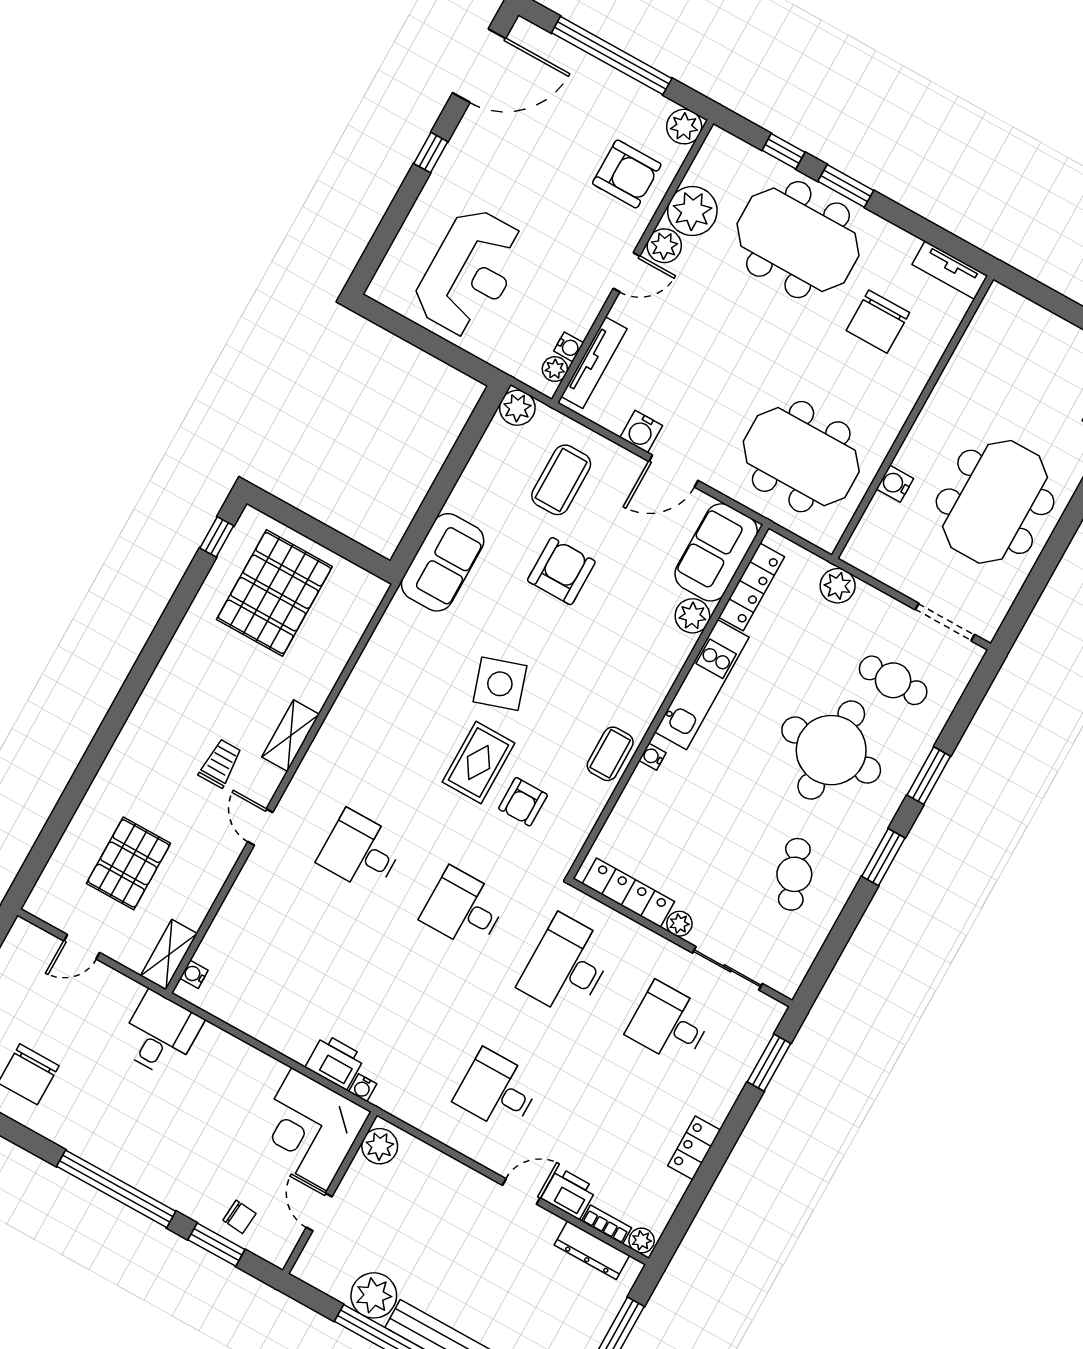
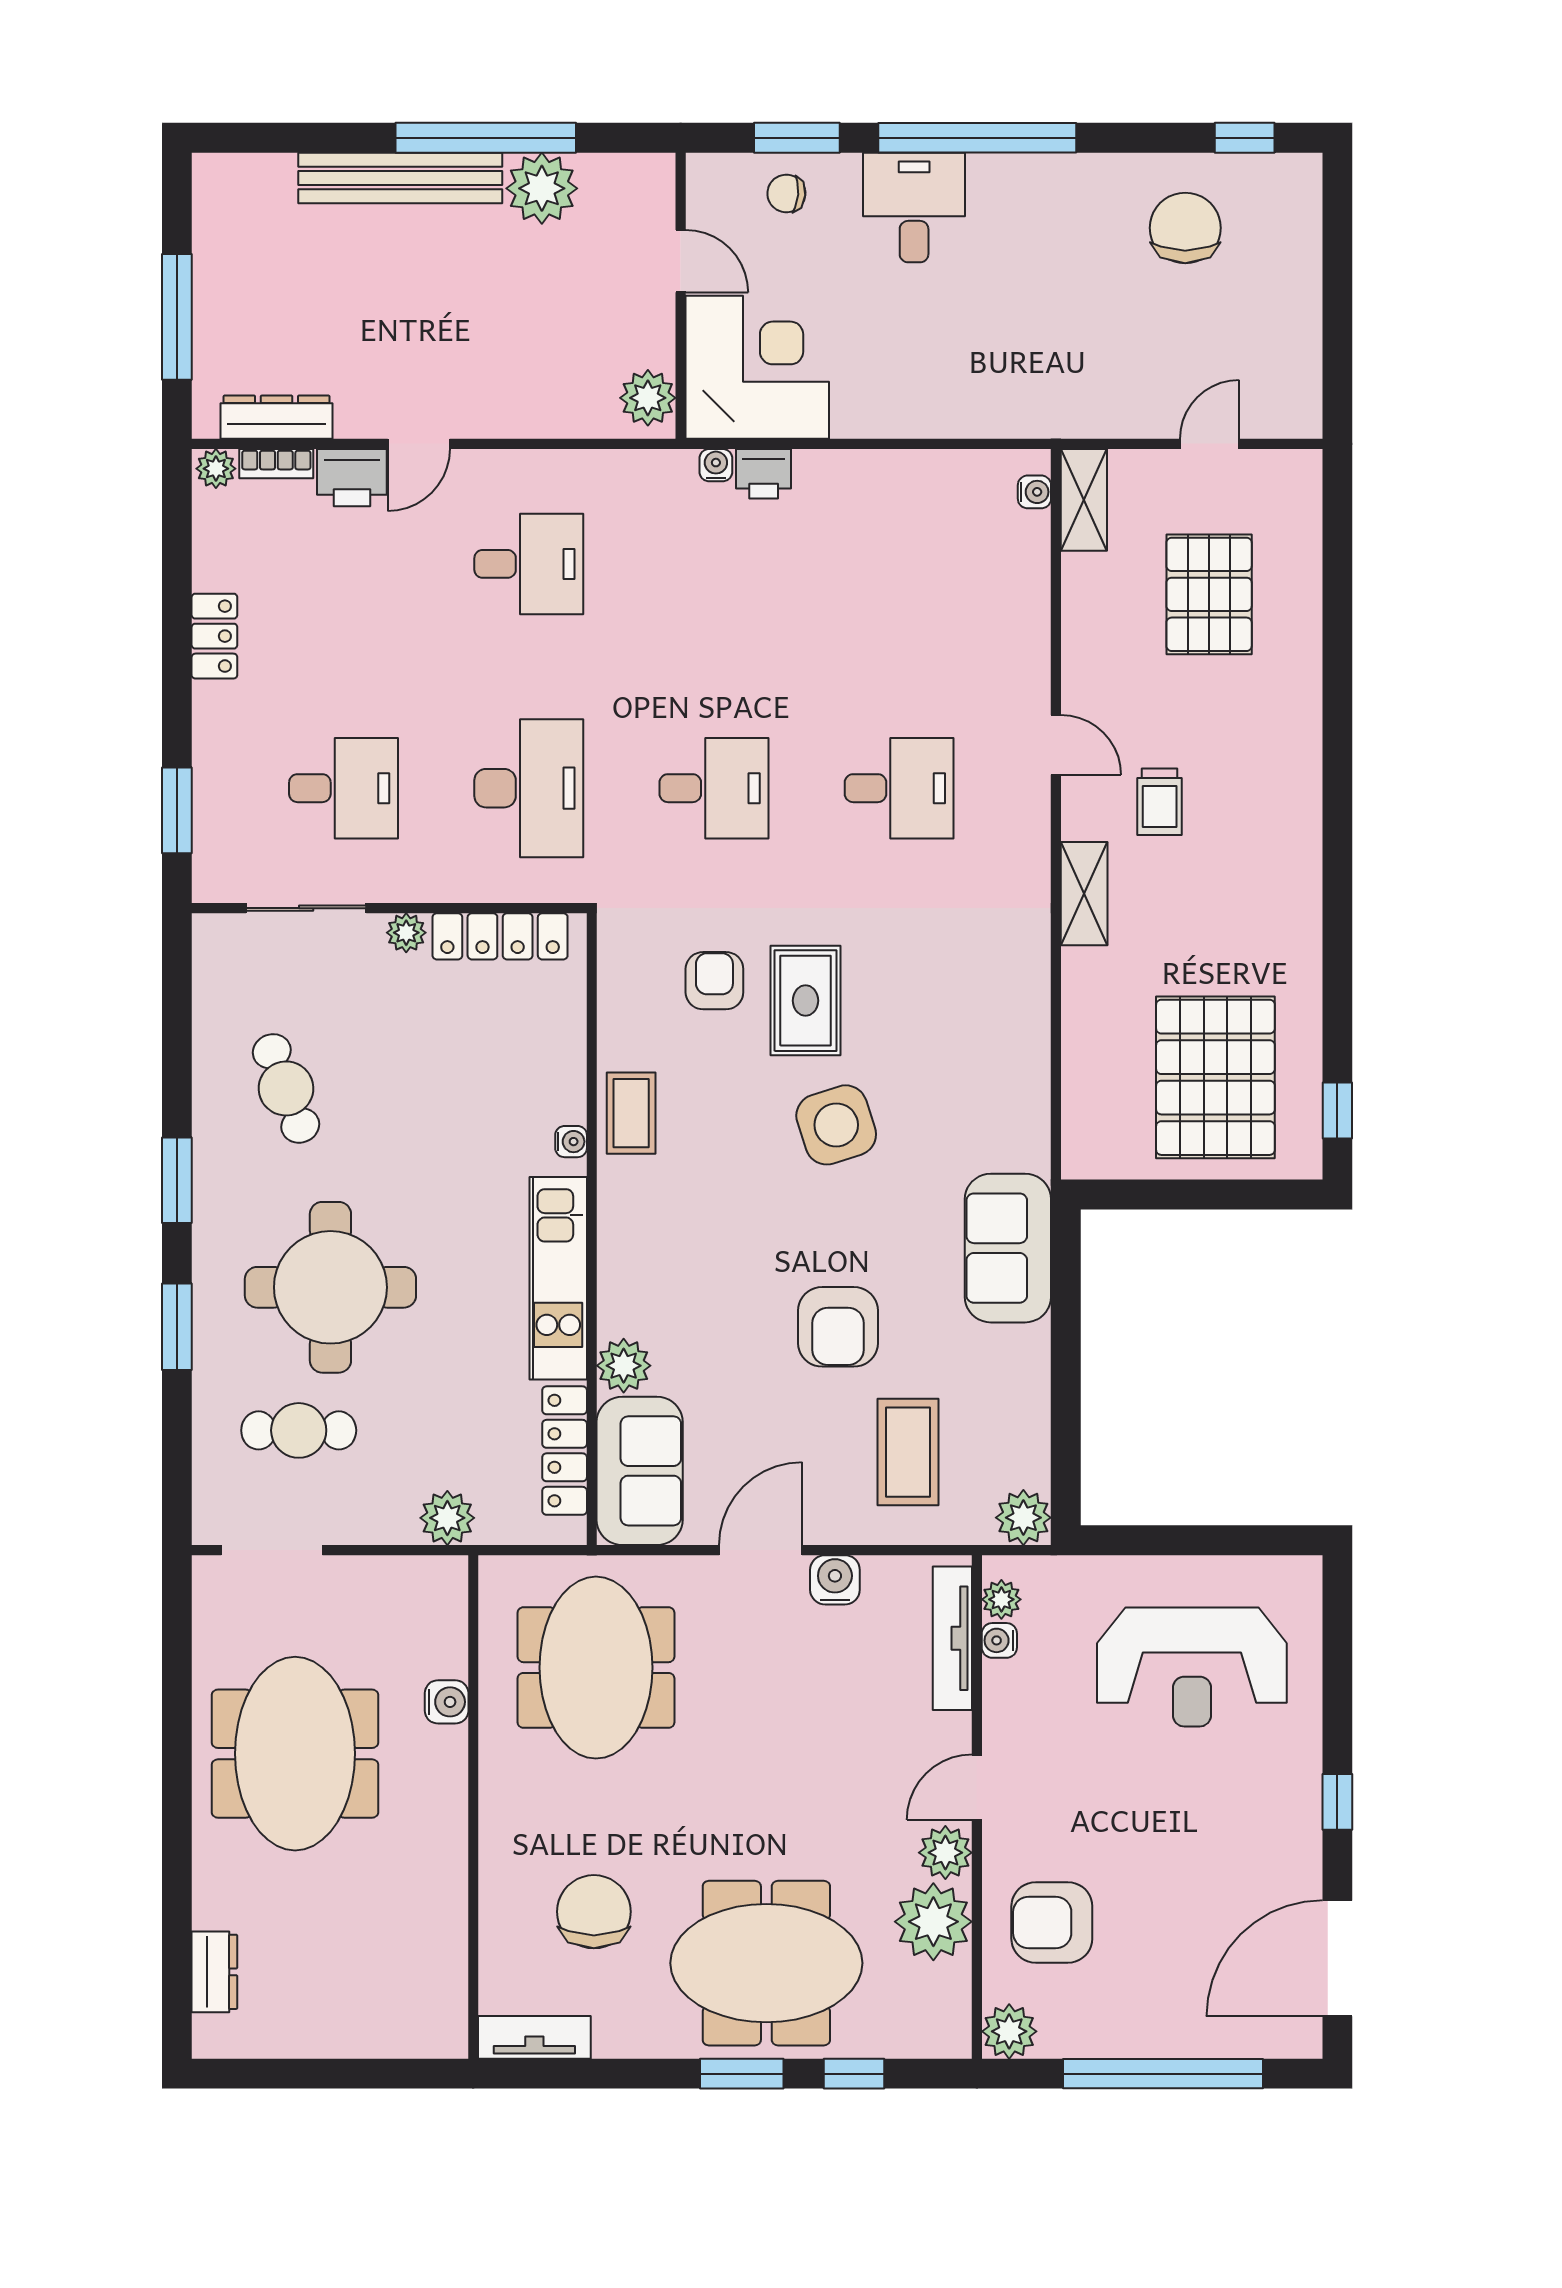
reception desk: (470, 273) -> (1192, 1667), turned -90
meeting table: (801, 457) -> (596, 1668), turned 90
desk: (160, 1034) -> (914, 208), moved, turned 180
printer: (335, 1062) -> (764, 474), width x0.73, depth x0.81

